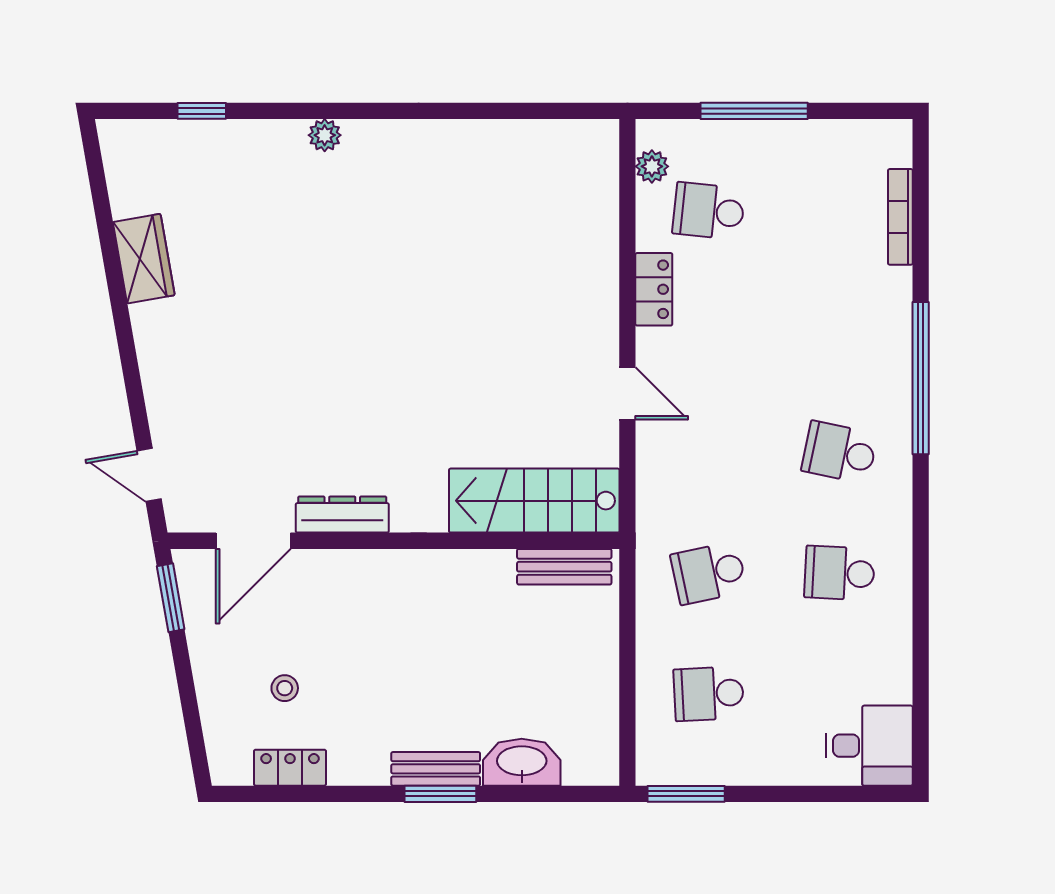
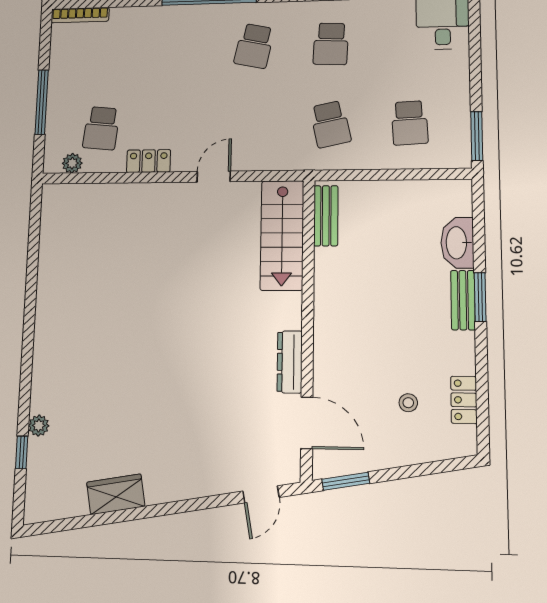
plant: (325, 135) -> (39, 426), moved
bookcase: (900, 217) -> (80, 15), moved

